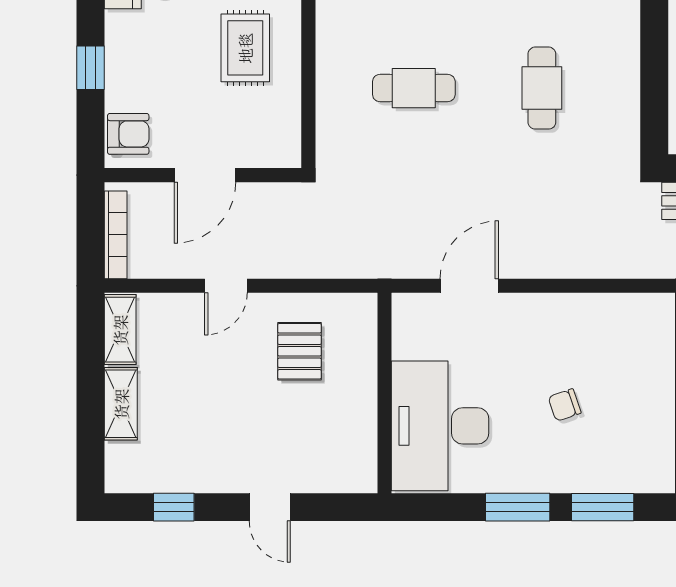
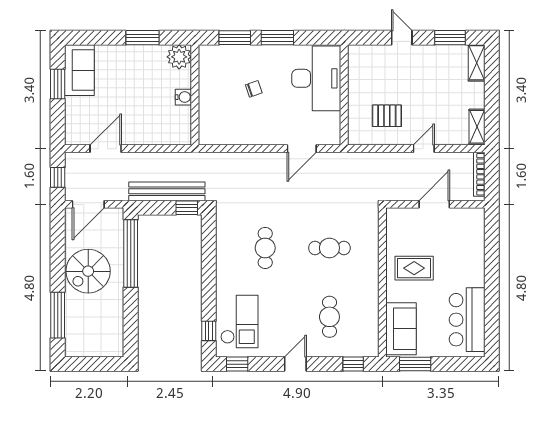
rug: (245, 48) -> (414, 268), turned 90
window: (91, 68) -> (492, 258), removed
armchair: (128, 134) -> (473, 225), removed
pallet: (299, 351) -> (387, 116), turned 90
shelving: (121, 404) -> (477, 63), moved
window: (174, 507) -> (450, 38), width x1.50

